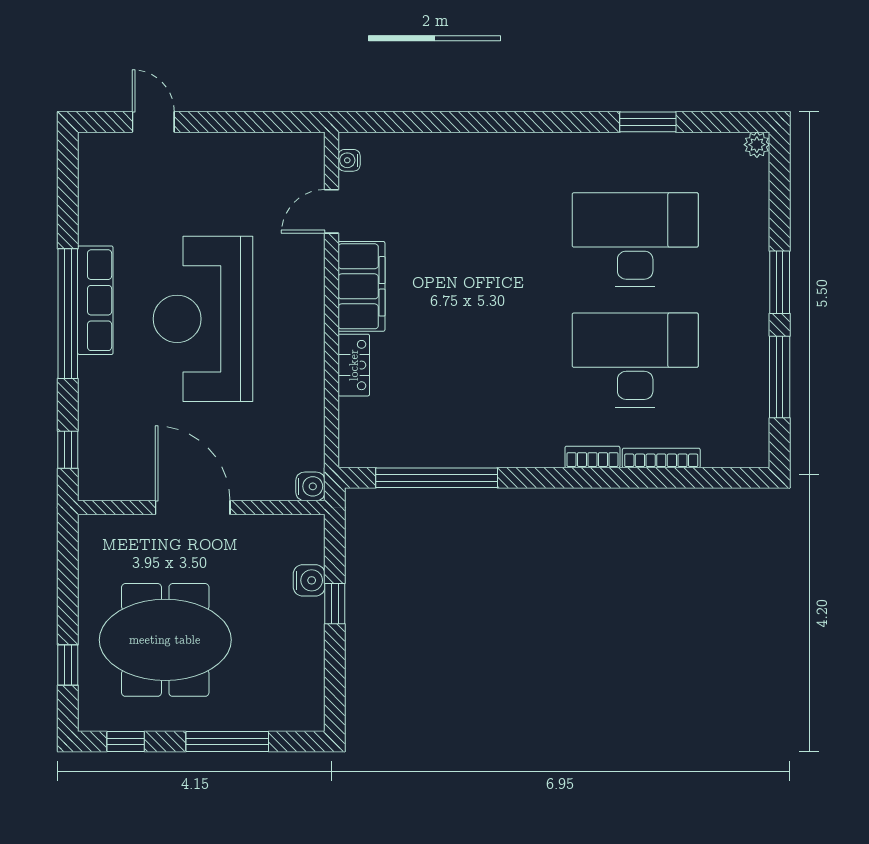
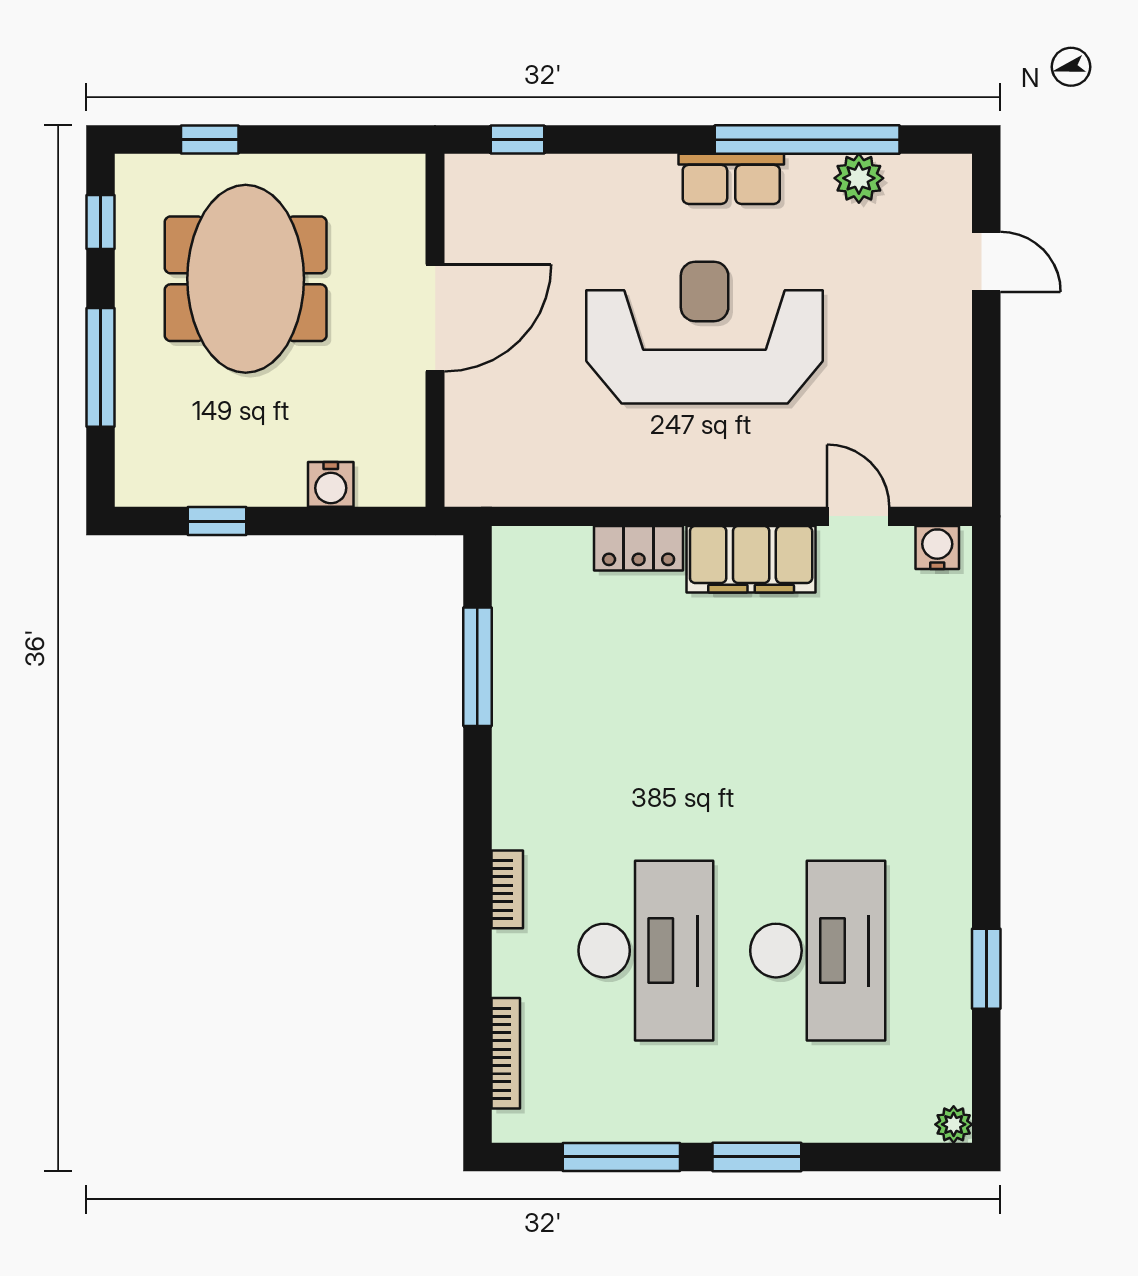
door: (153, 122) -> (986, 262), hinge flipped
water cooler: (349, 160) -> (937, 548), width x1.38, depth x1.38
plant: (95, 211) -> (859, 178), added
row of seats: (95, 300) -> (731, 179), width x0.68
window: (68, 314) -> (807, 140), moved
bookcase: (661, 458) -> (506, 1053), moved
window: (437, 478) -> (477, 667), width x0.68
water cooler: (310, 486) -> (465, 486), removed
window: (335, 604) -> (217, 521), moved

